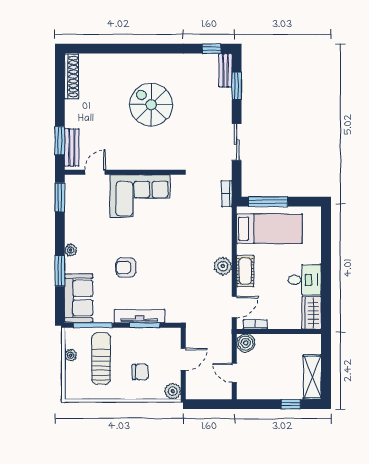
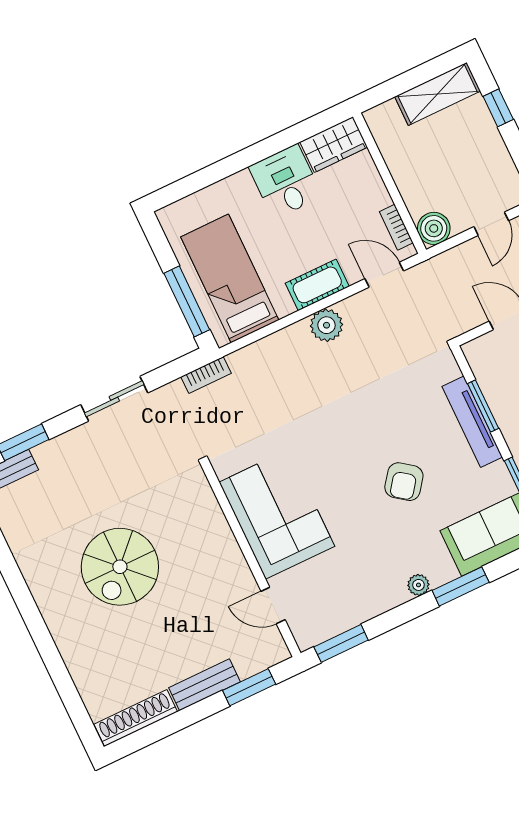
bench: (72, 147) -> (204, 685), moved
armchair: (126, 267) -> (404, 482), turned 37

